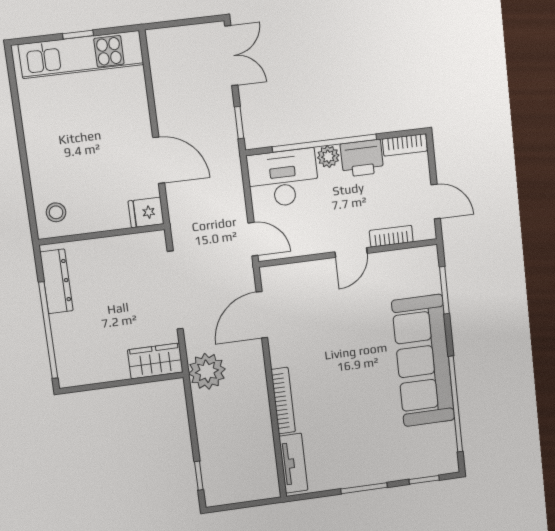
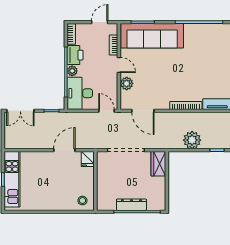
double door: (231, 56) -> (20, 111), swing flipped
door: (253, 239) -> (106, 111), hinge flipped
plant: (315, 274) -> (127, 83), added
dresser: (56, 281) -> (131, 205), moved
sofa: (423, 361) -> (152, 36), moved
plant: (207, 371) -> (192, 140), moved

